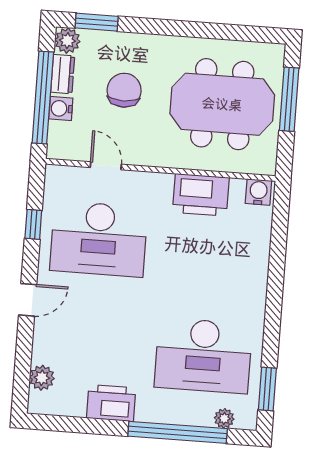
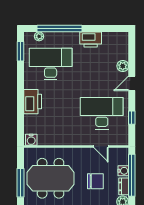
chair: (124, 90) -> (95, 181), turned -90
printer: (201, 195) -> (33, 102), moved, turned 90
plant: (42, 378) -> (123, 66), moved

